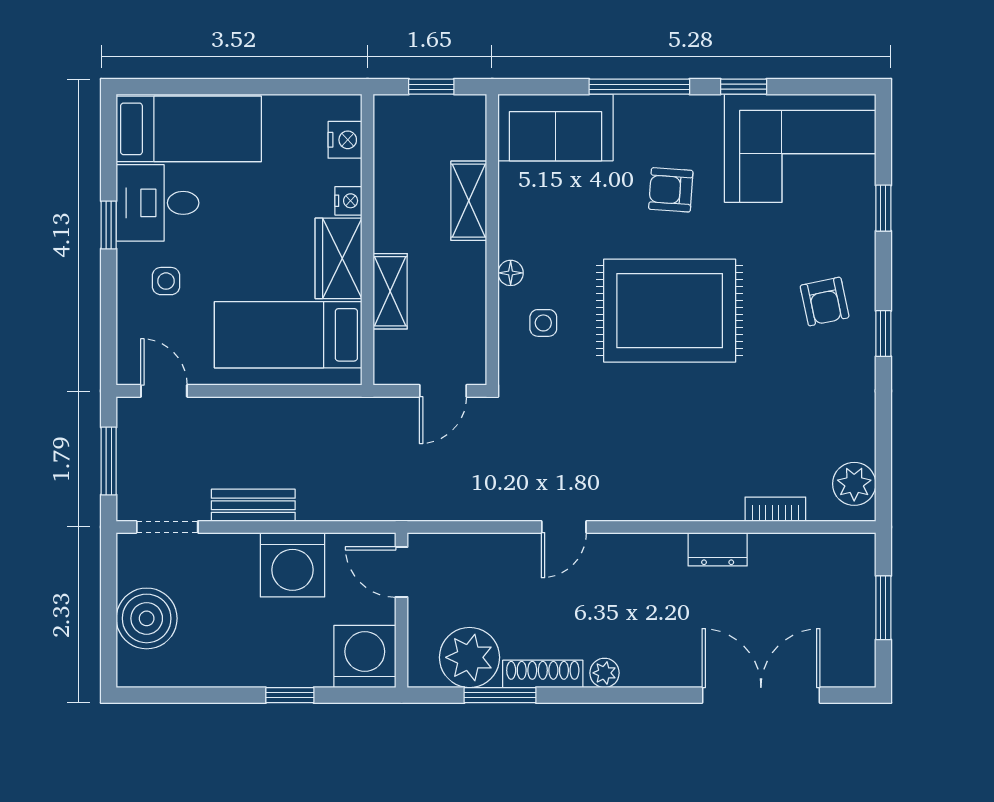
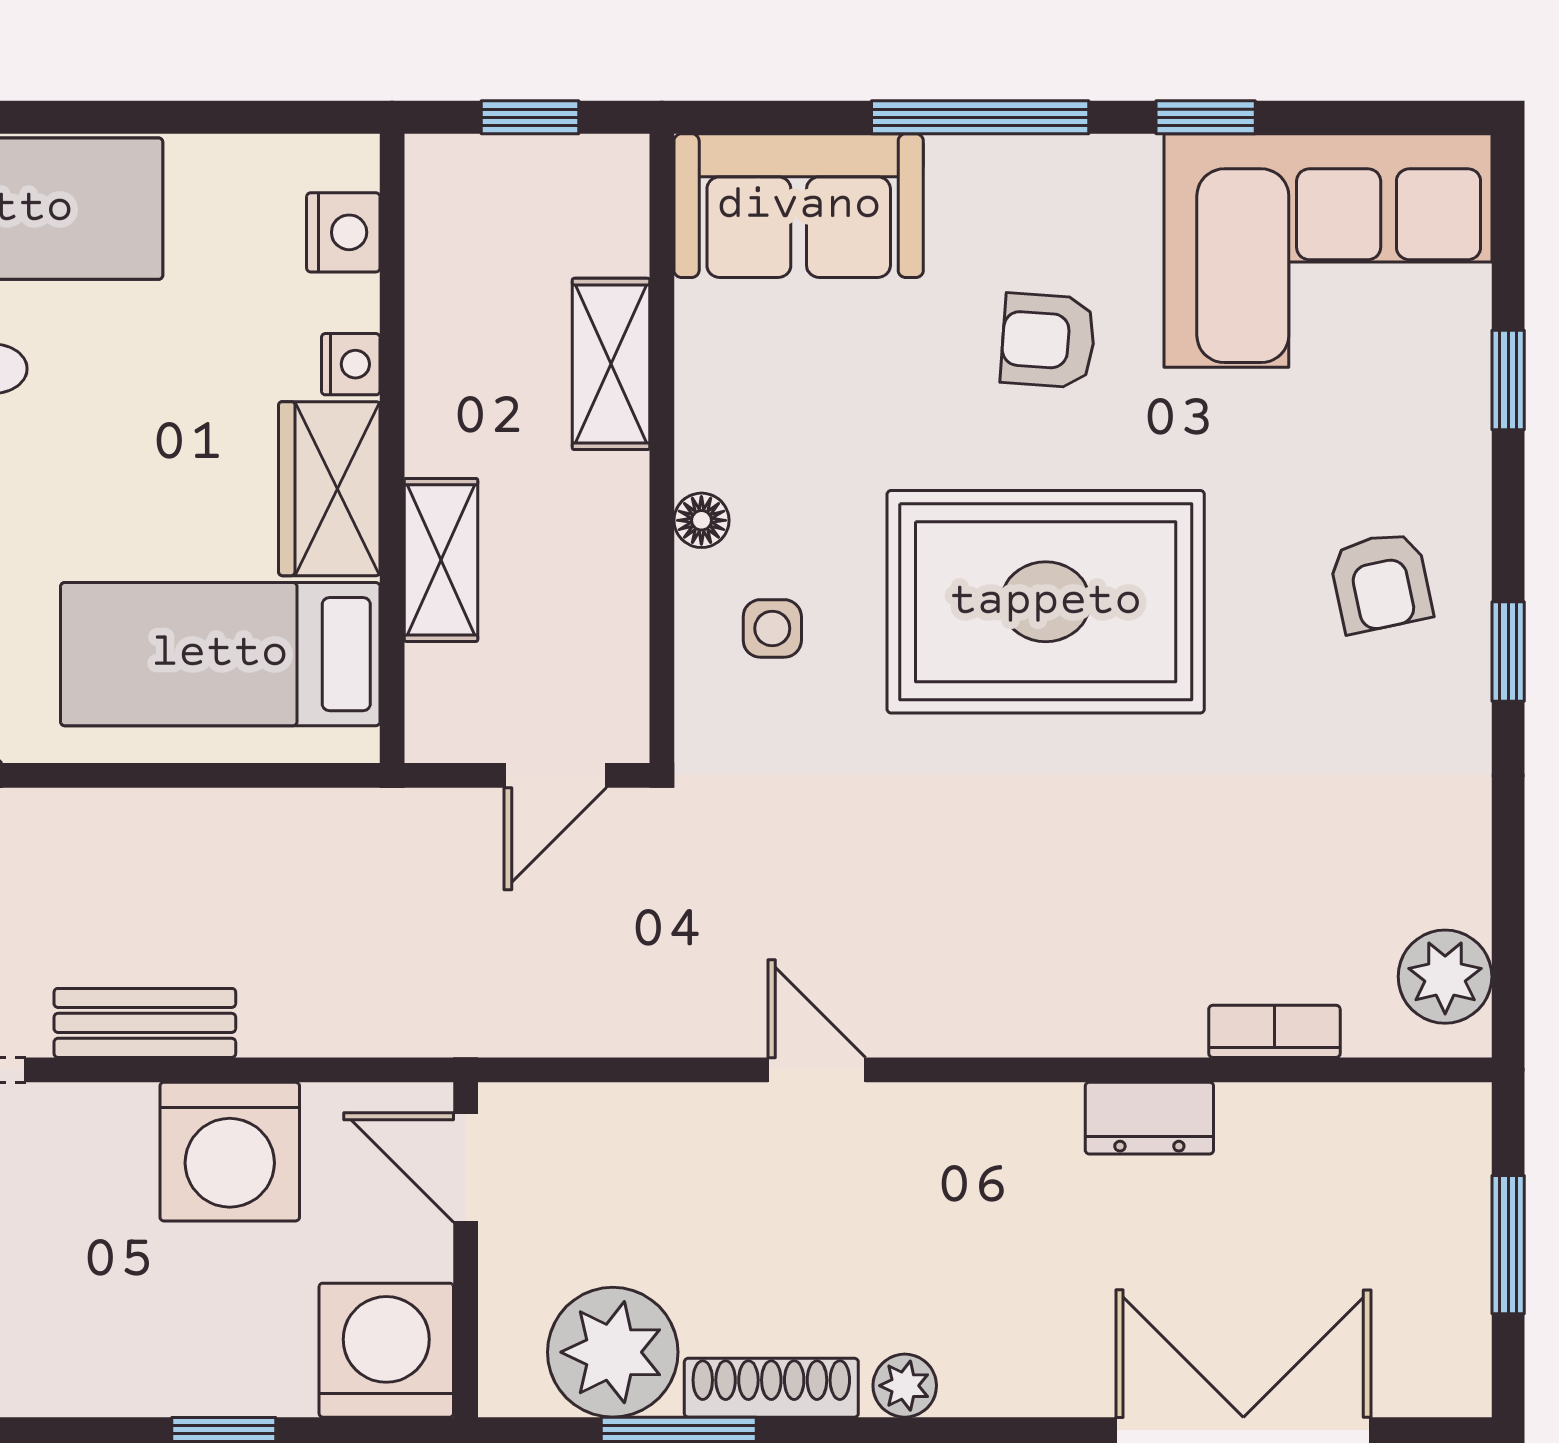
door: (564, 527) -> (817, 1070), swing flipped

